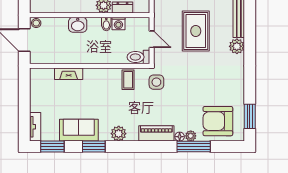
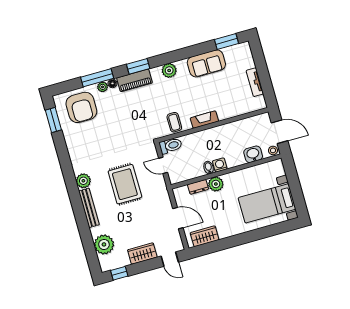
washing machine: (118, 23) -> (220, 165), moved
washbasin: (78, 25) -> (253, 154), moved
fireplace: (69, 74) -> (204, 120), moved
side table: (156, 82) -> (148, 127), removed
armchair: (218, 121) -> (81, 107), turned 90
tv unit: (35, 127) -> (255, 82), moved
window: (94, 147) -> (138, 66), moved

